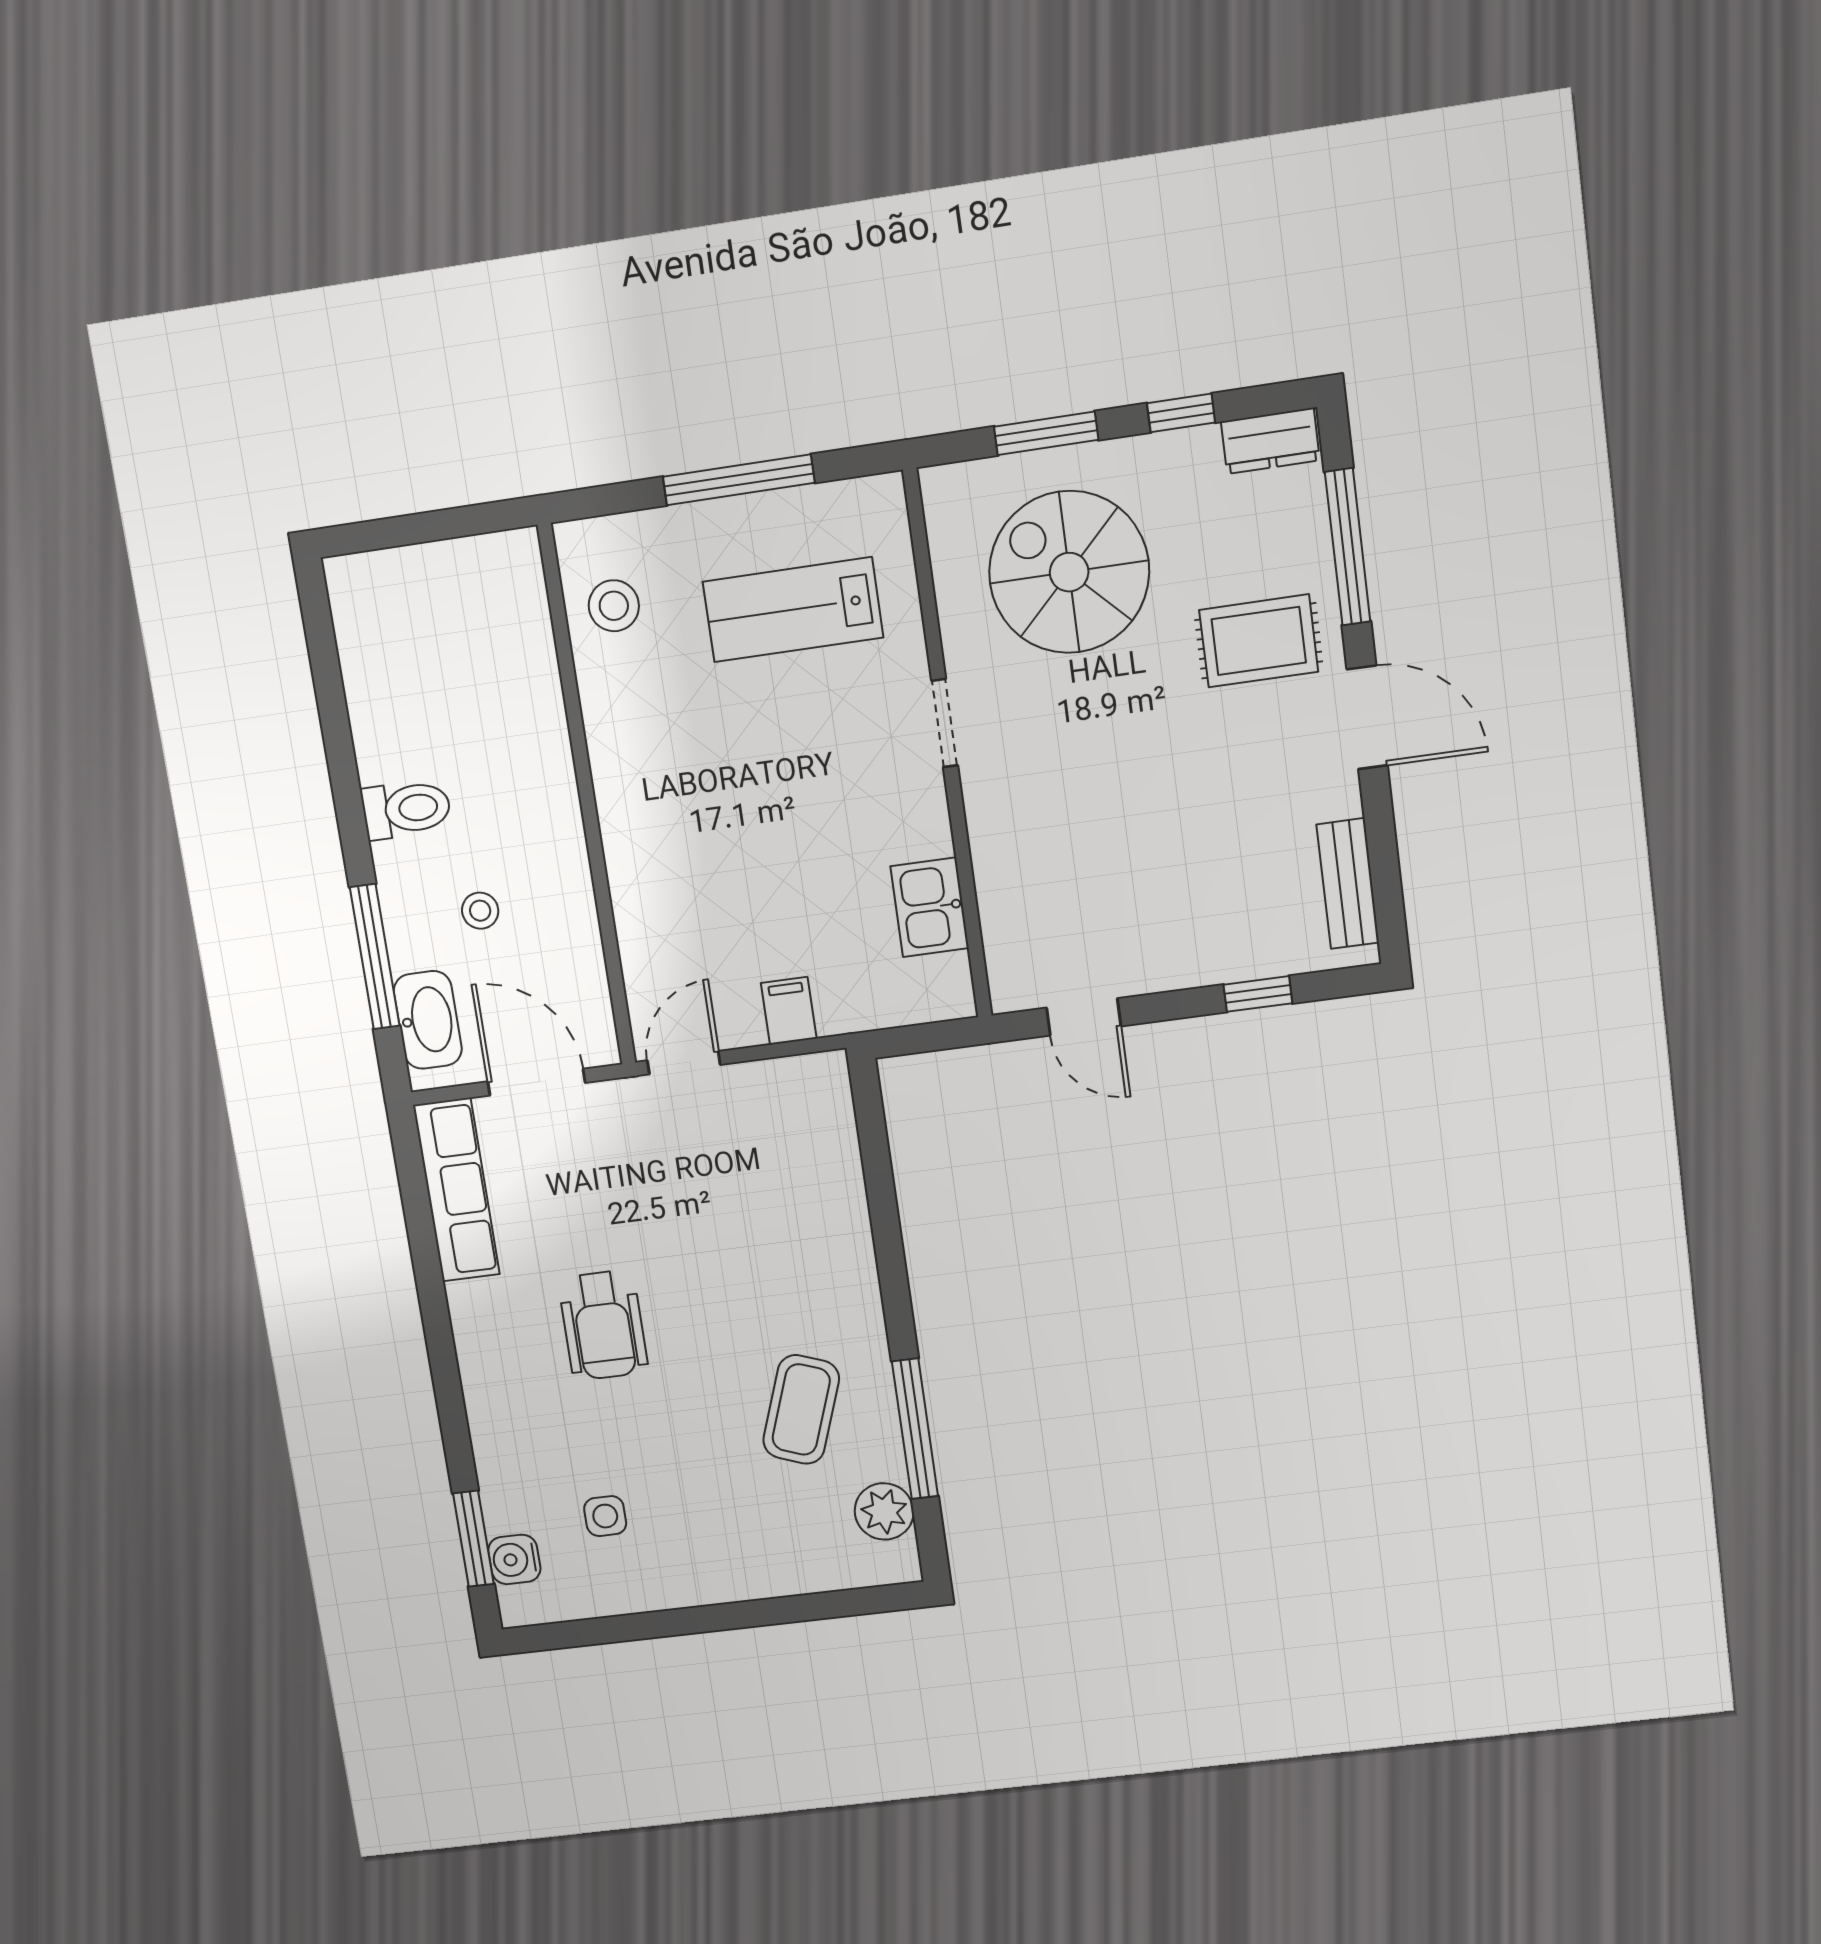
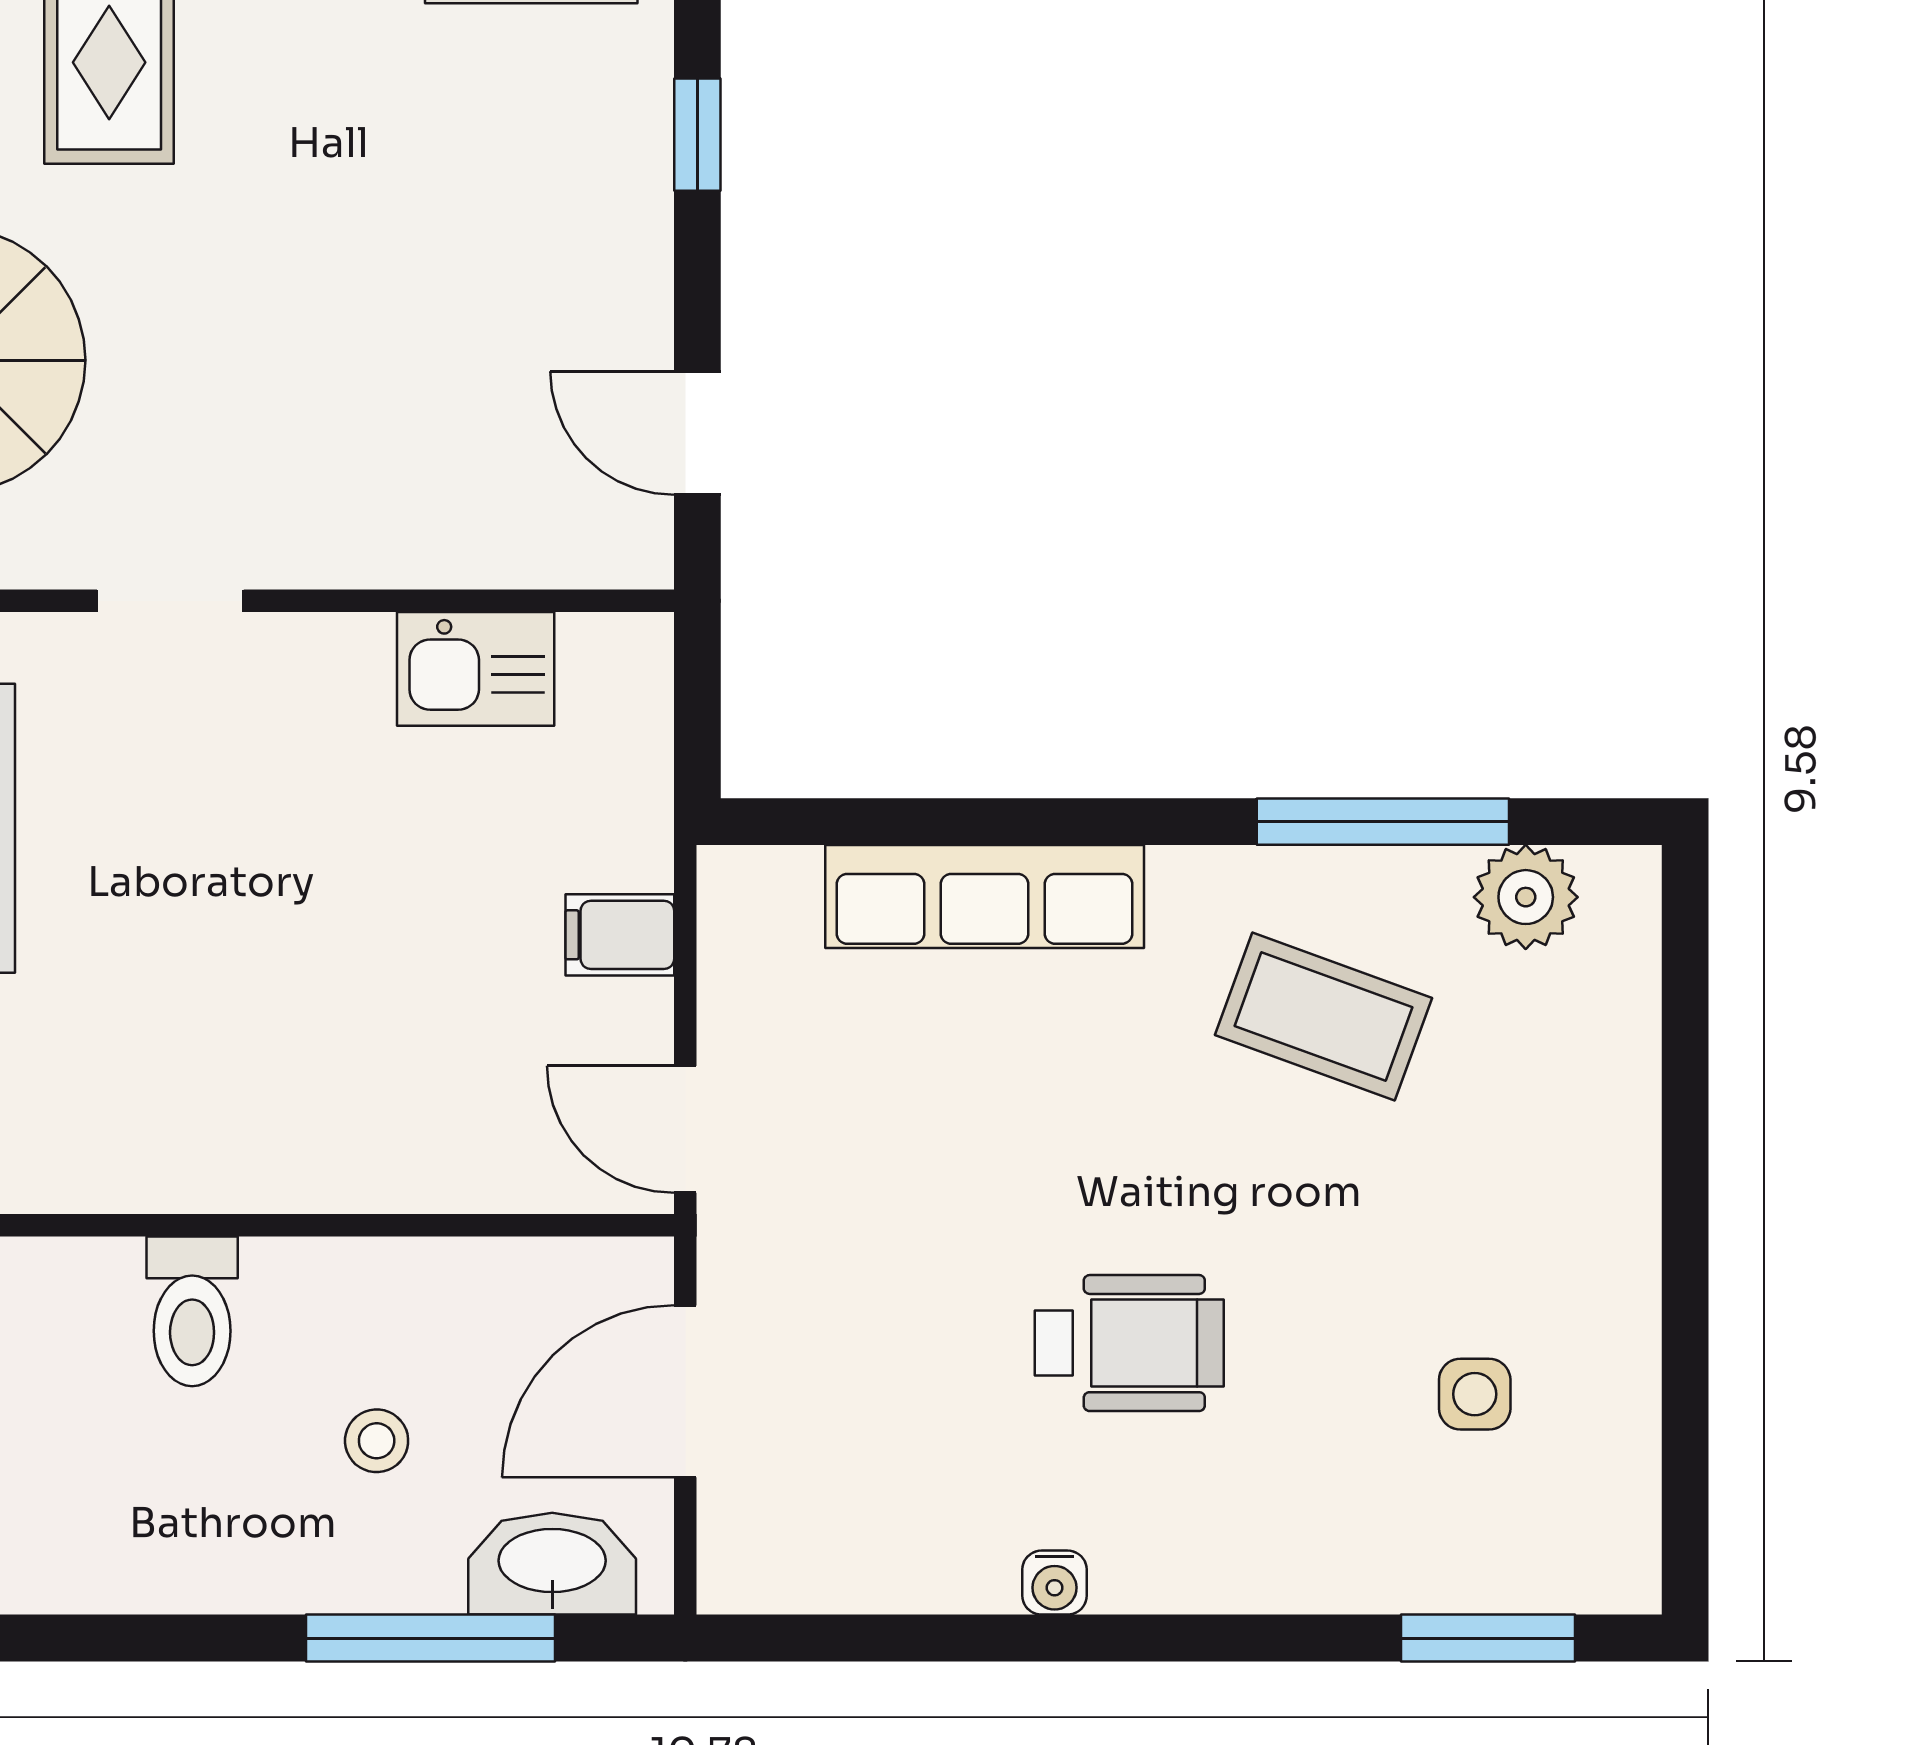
toilet: (406, 809) -> (192, 1311), moved, turned 180
door: (1084, 1017) -> (697, 433), swing flipped
row of seats: (456, 1190) -> (985, 896), moved, turned 180
water cooler: (514, 1559) -> (1055, 1583), moved, width x0.72, depth x0.72

